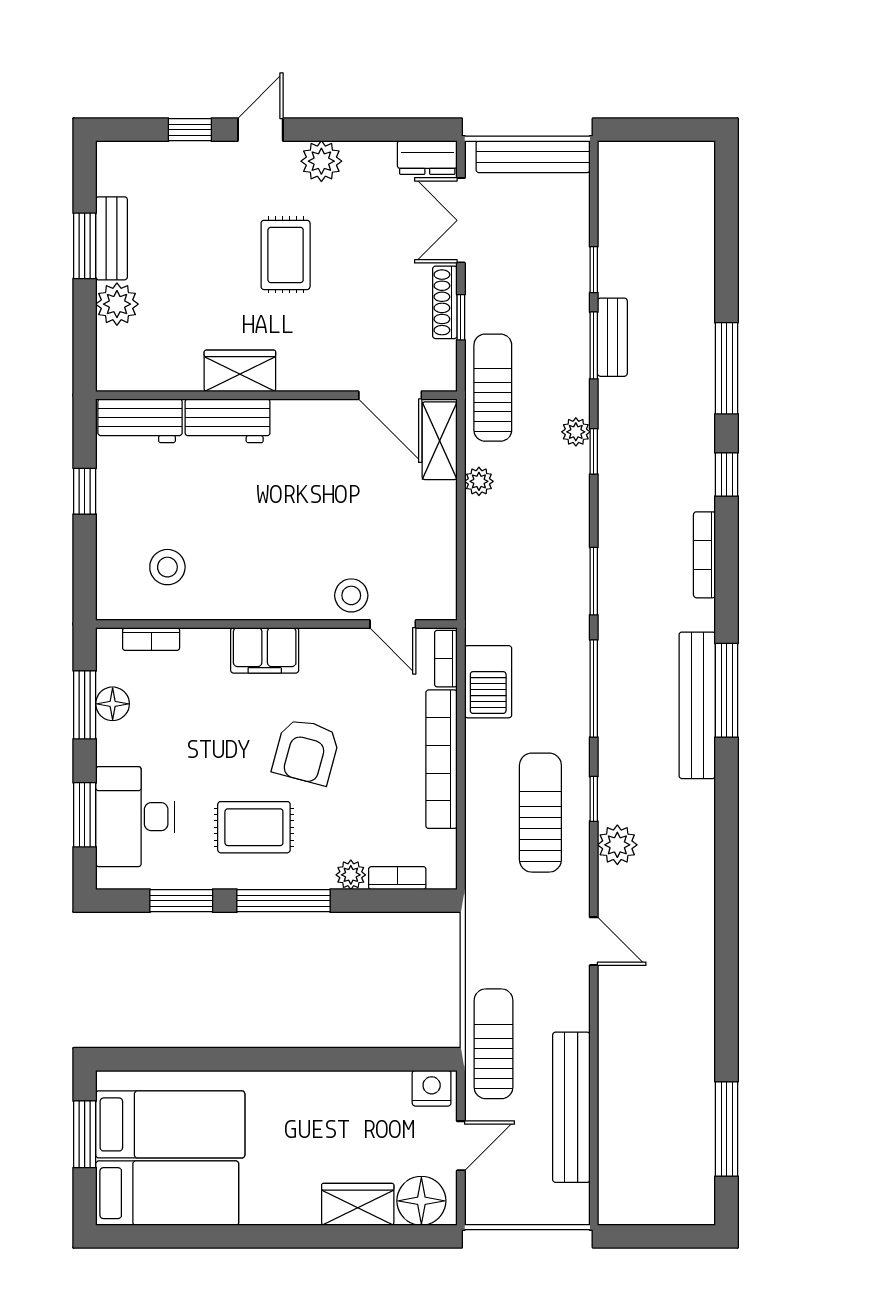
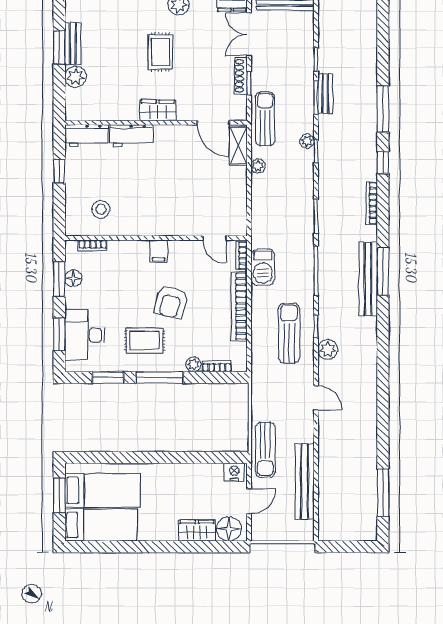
wardrobe: (240, 371) -> (158, 110), moved
stool: (351, 595) -> (194, 224), removed
filing cabinet: (265, 650) -> (159, 251), width x0.50
sun lounger: (494, 1044) -> (265, 450), turned 180

